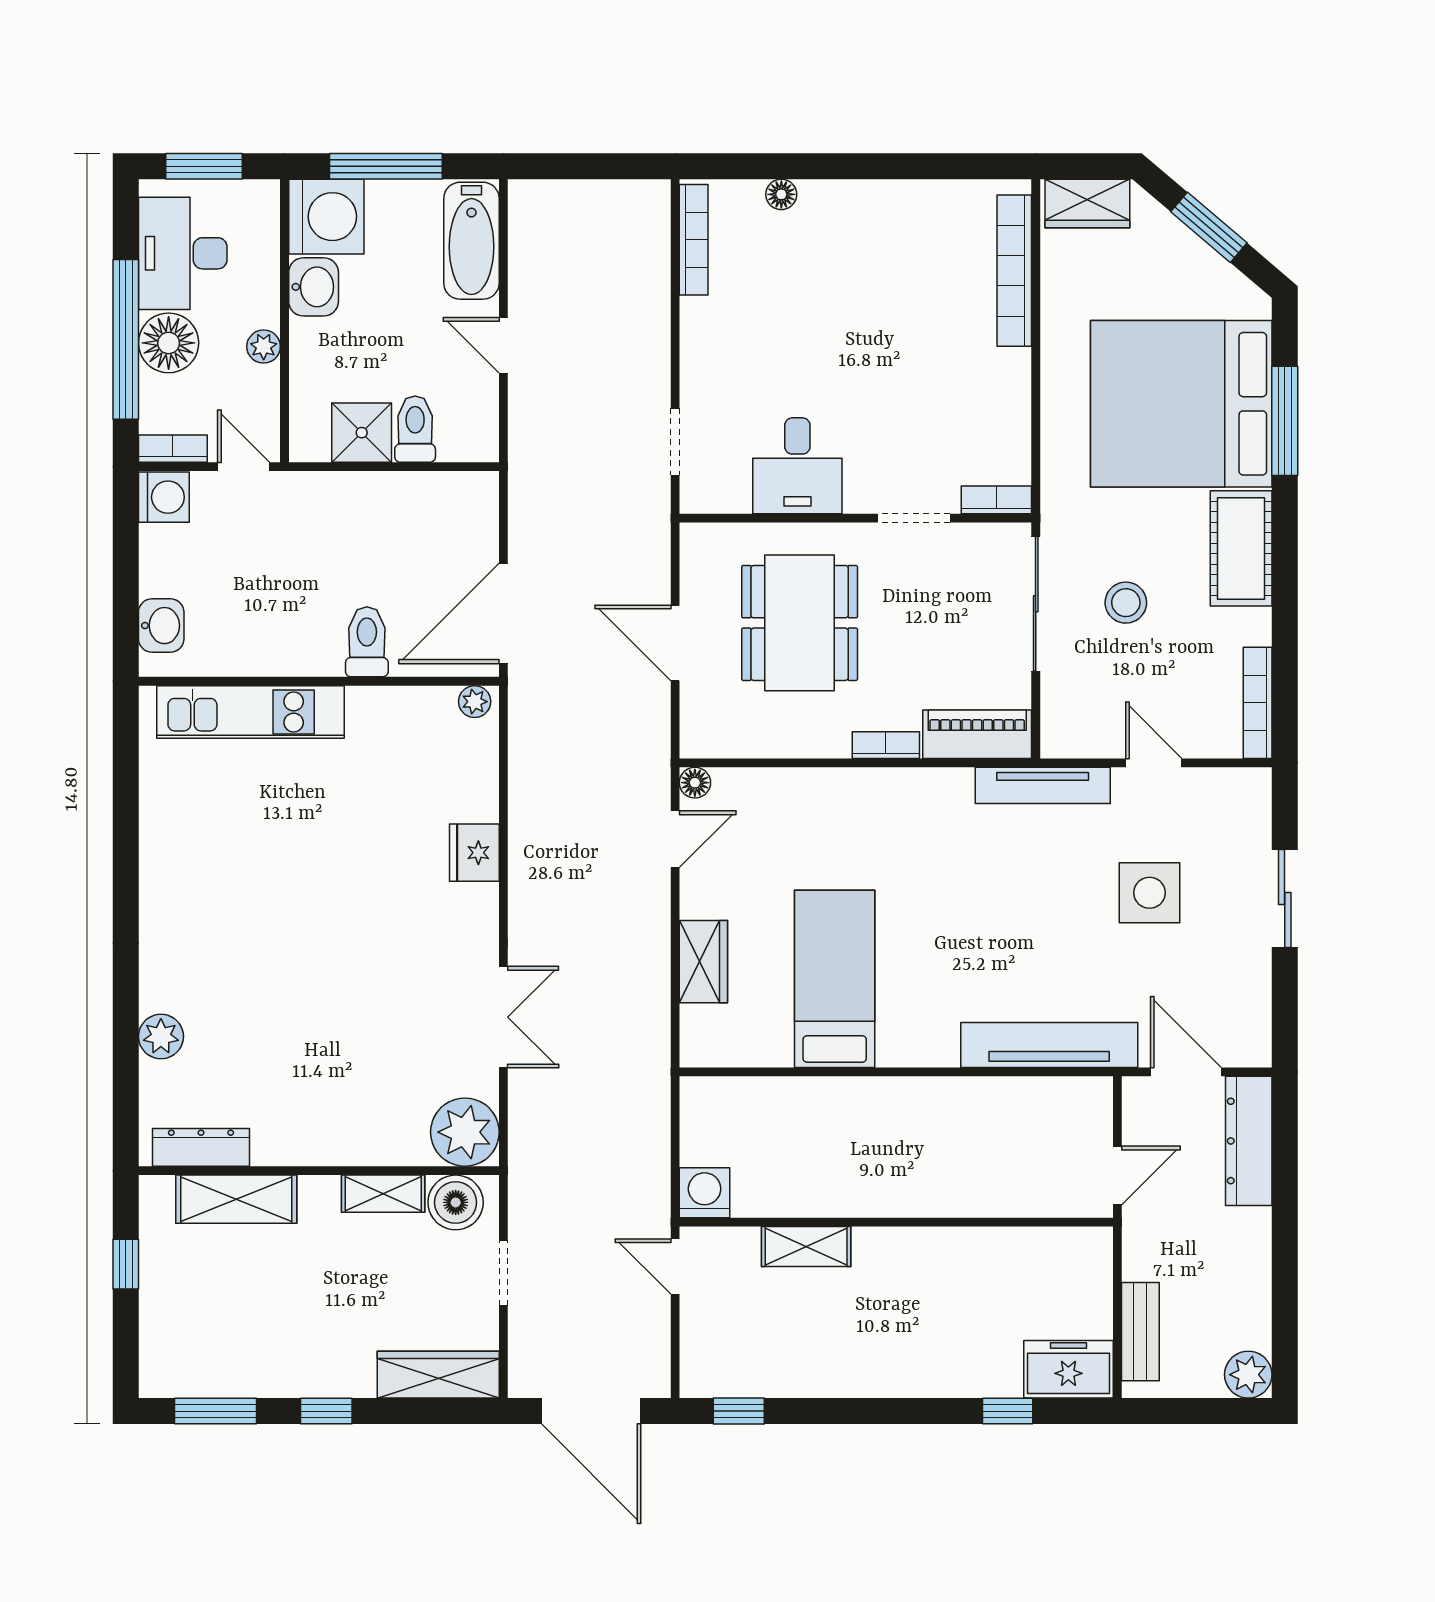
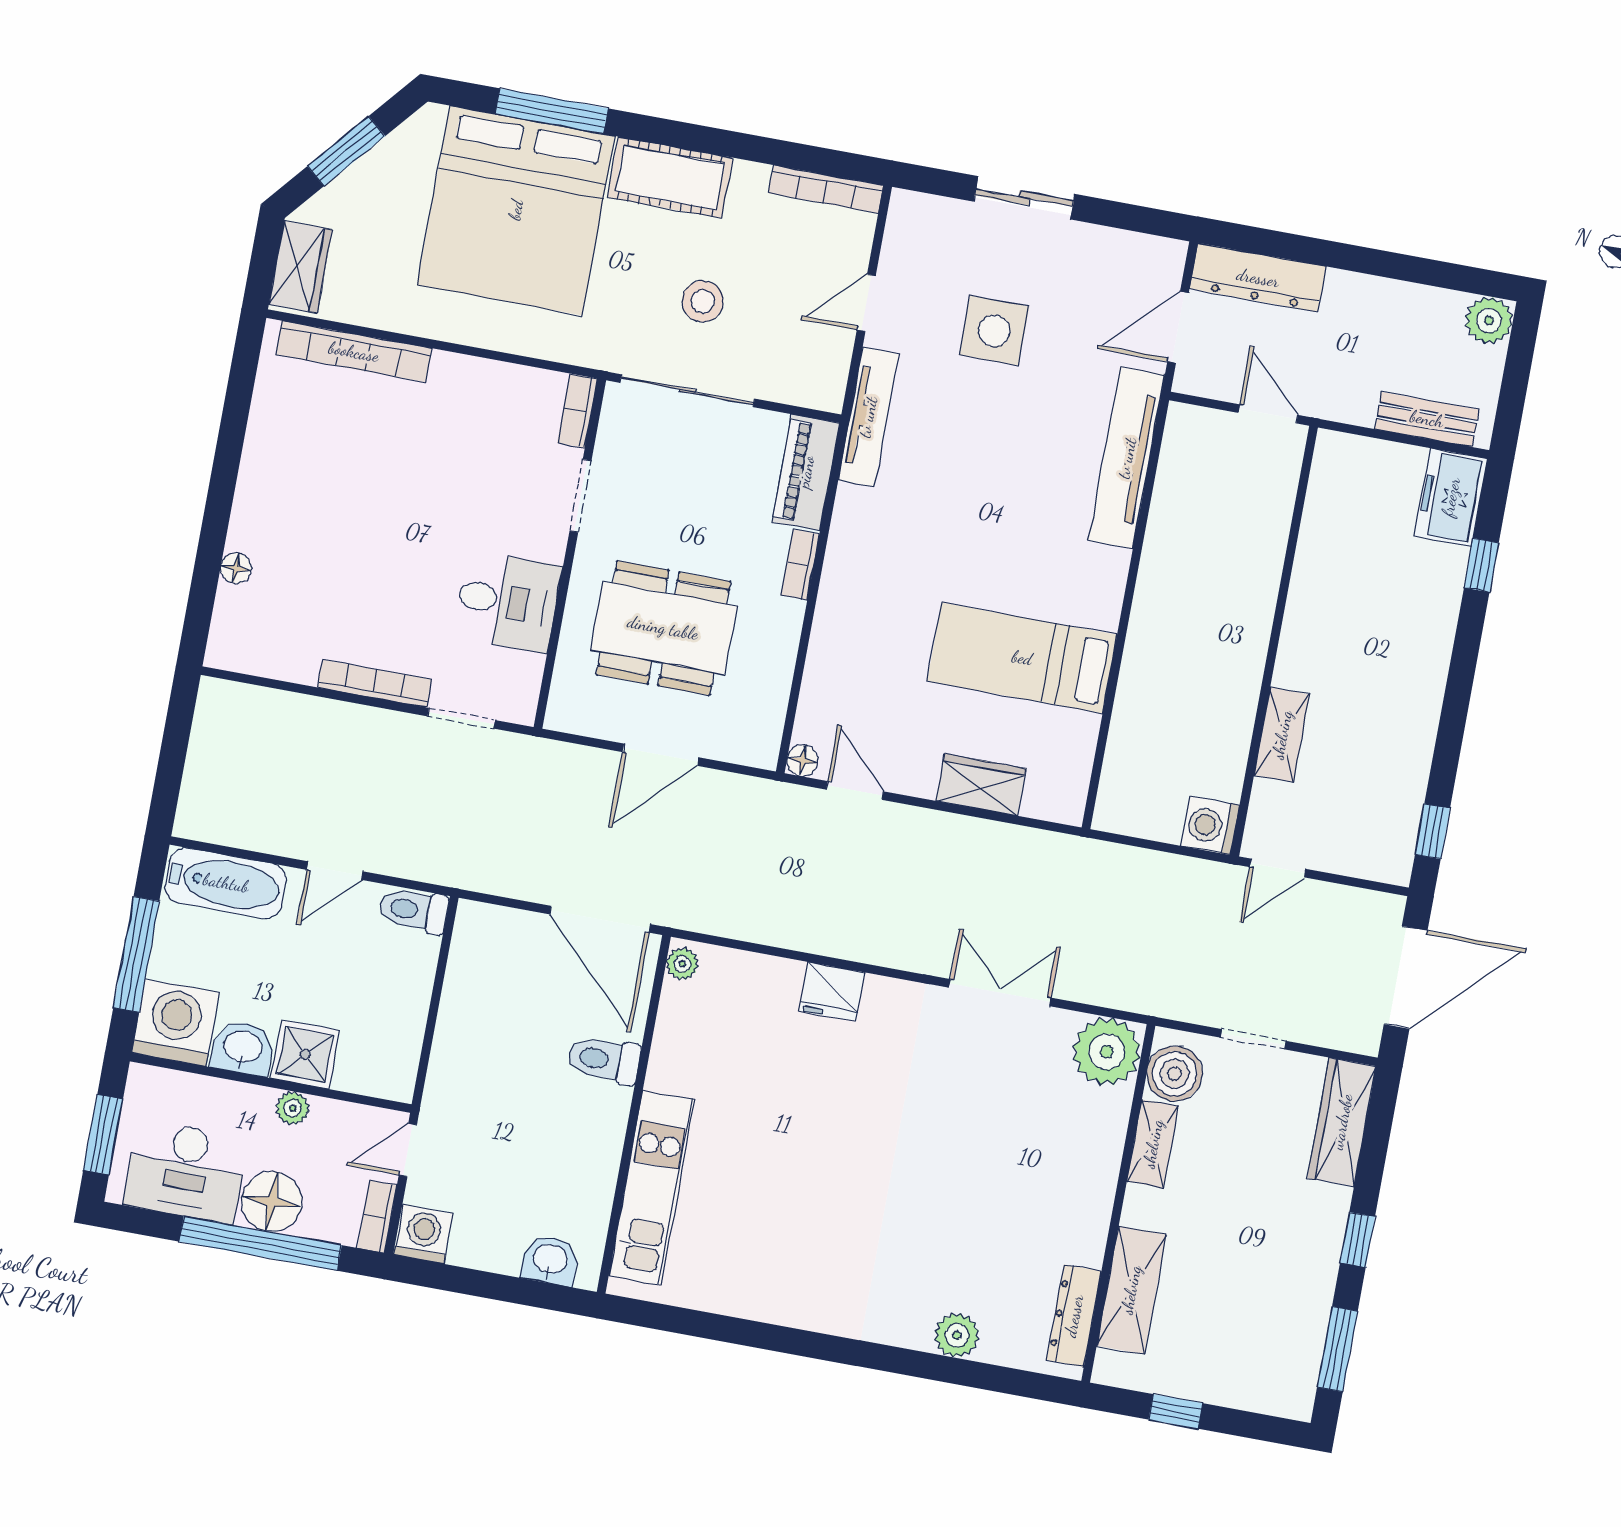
bookcase: (694, 240) -> (375, 683), moved
toilet: (415, 429) -> (413, 910), moved
shower: (362, 433) -> (305, 1054), moved

